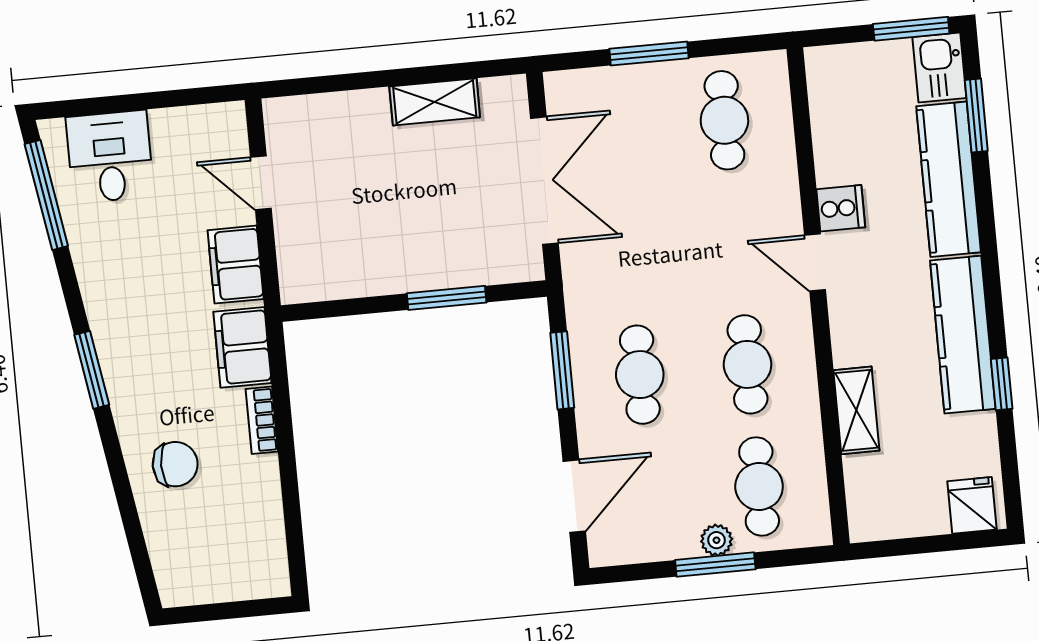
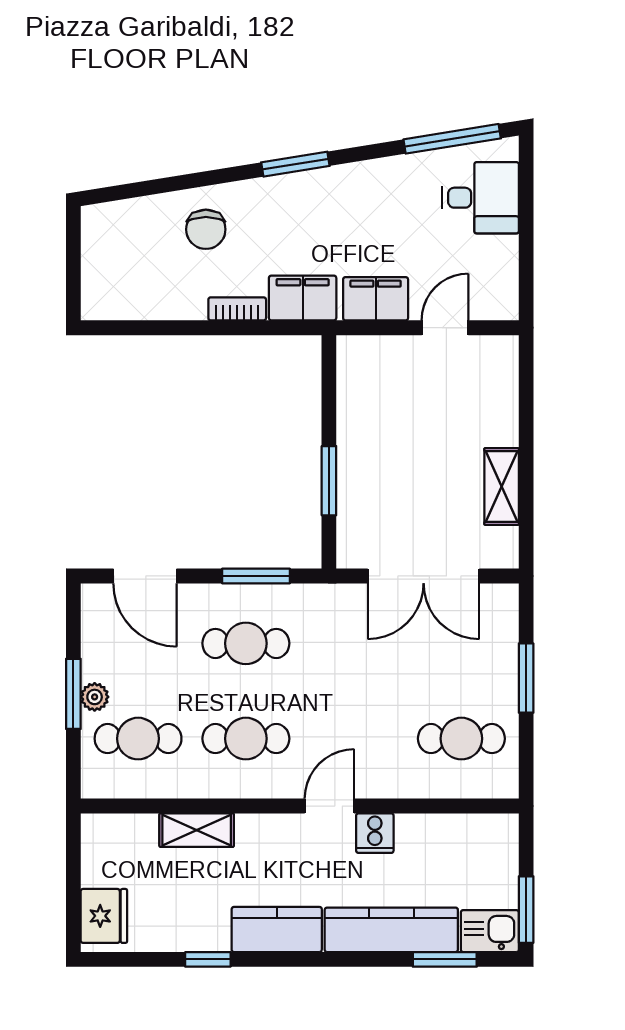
kitchen counter: (963, 335) -> (277, 929), width x0.67
fridge: (972, 505) -> (104, 916), width x1.38

